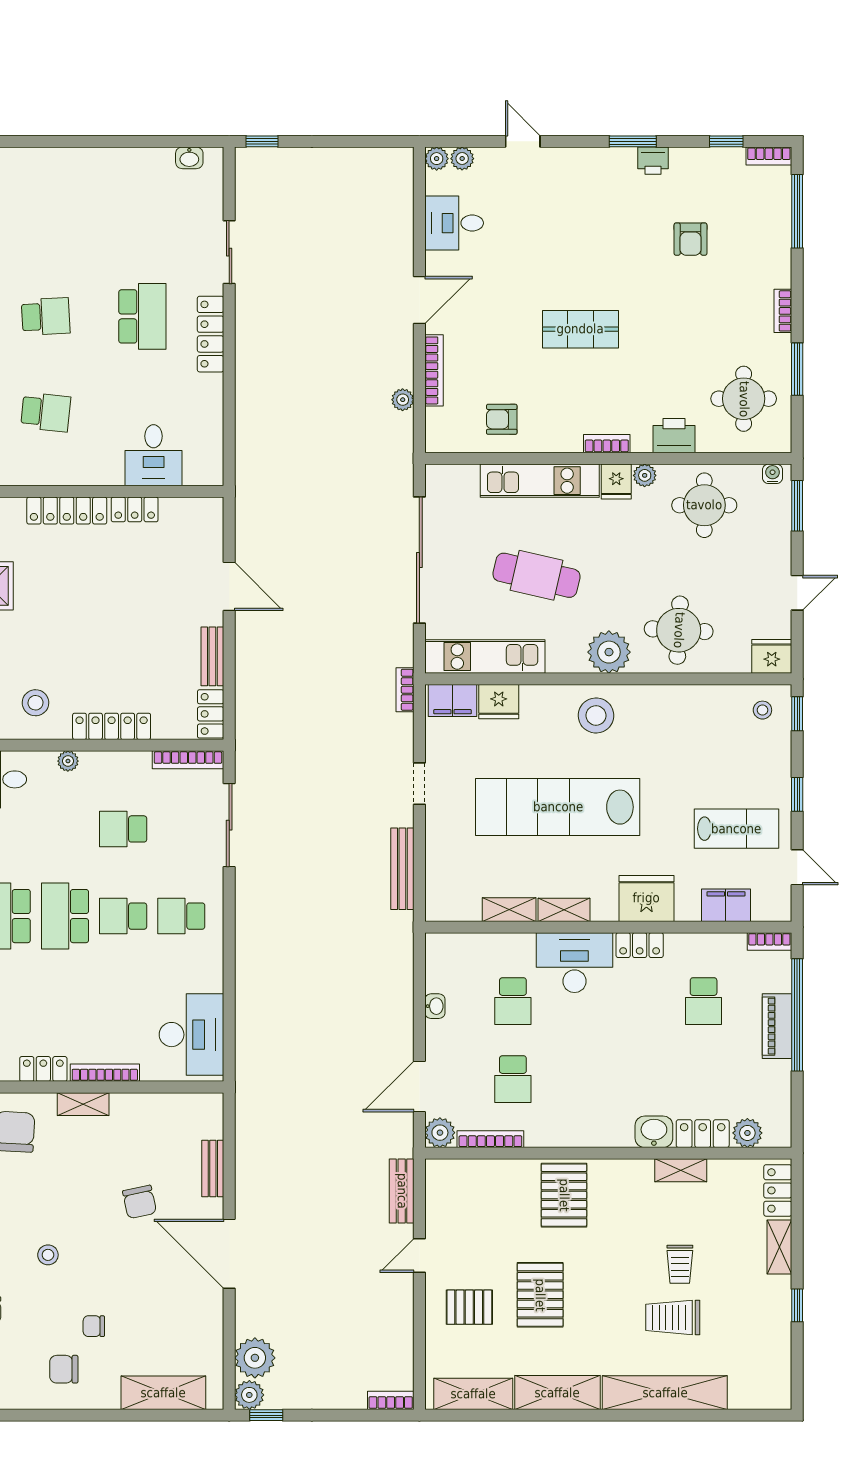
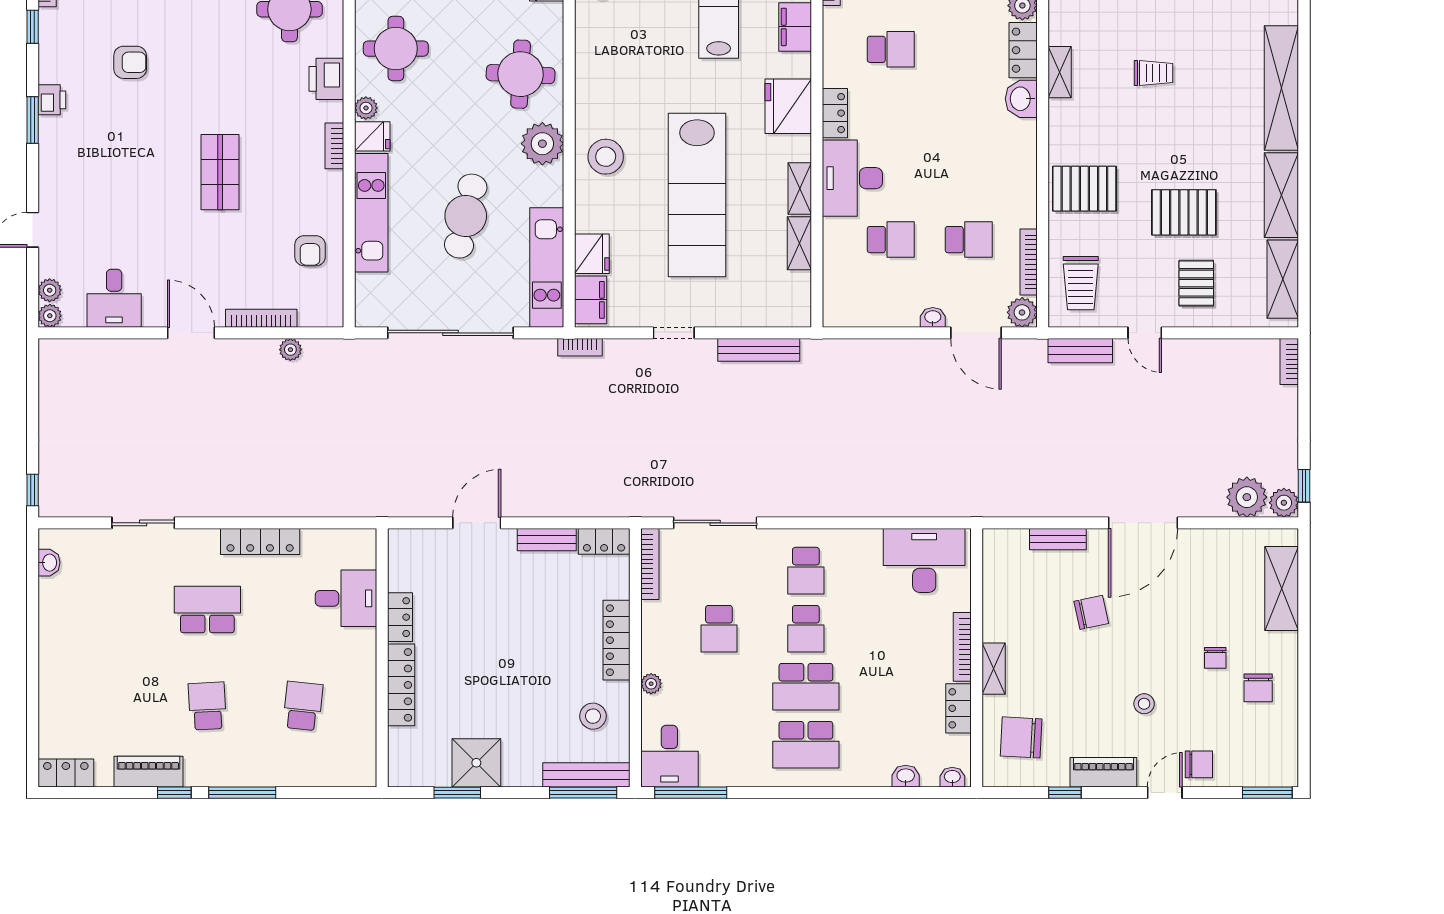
locker: (211, 334) -> (260, 541), moved
washbasin: (435, 1006) -> (933, 317), moved
trolley: (673, 1317) -> (1081, 283), moved

